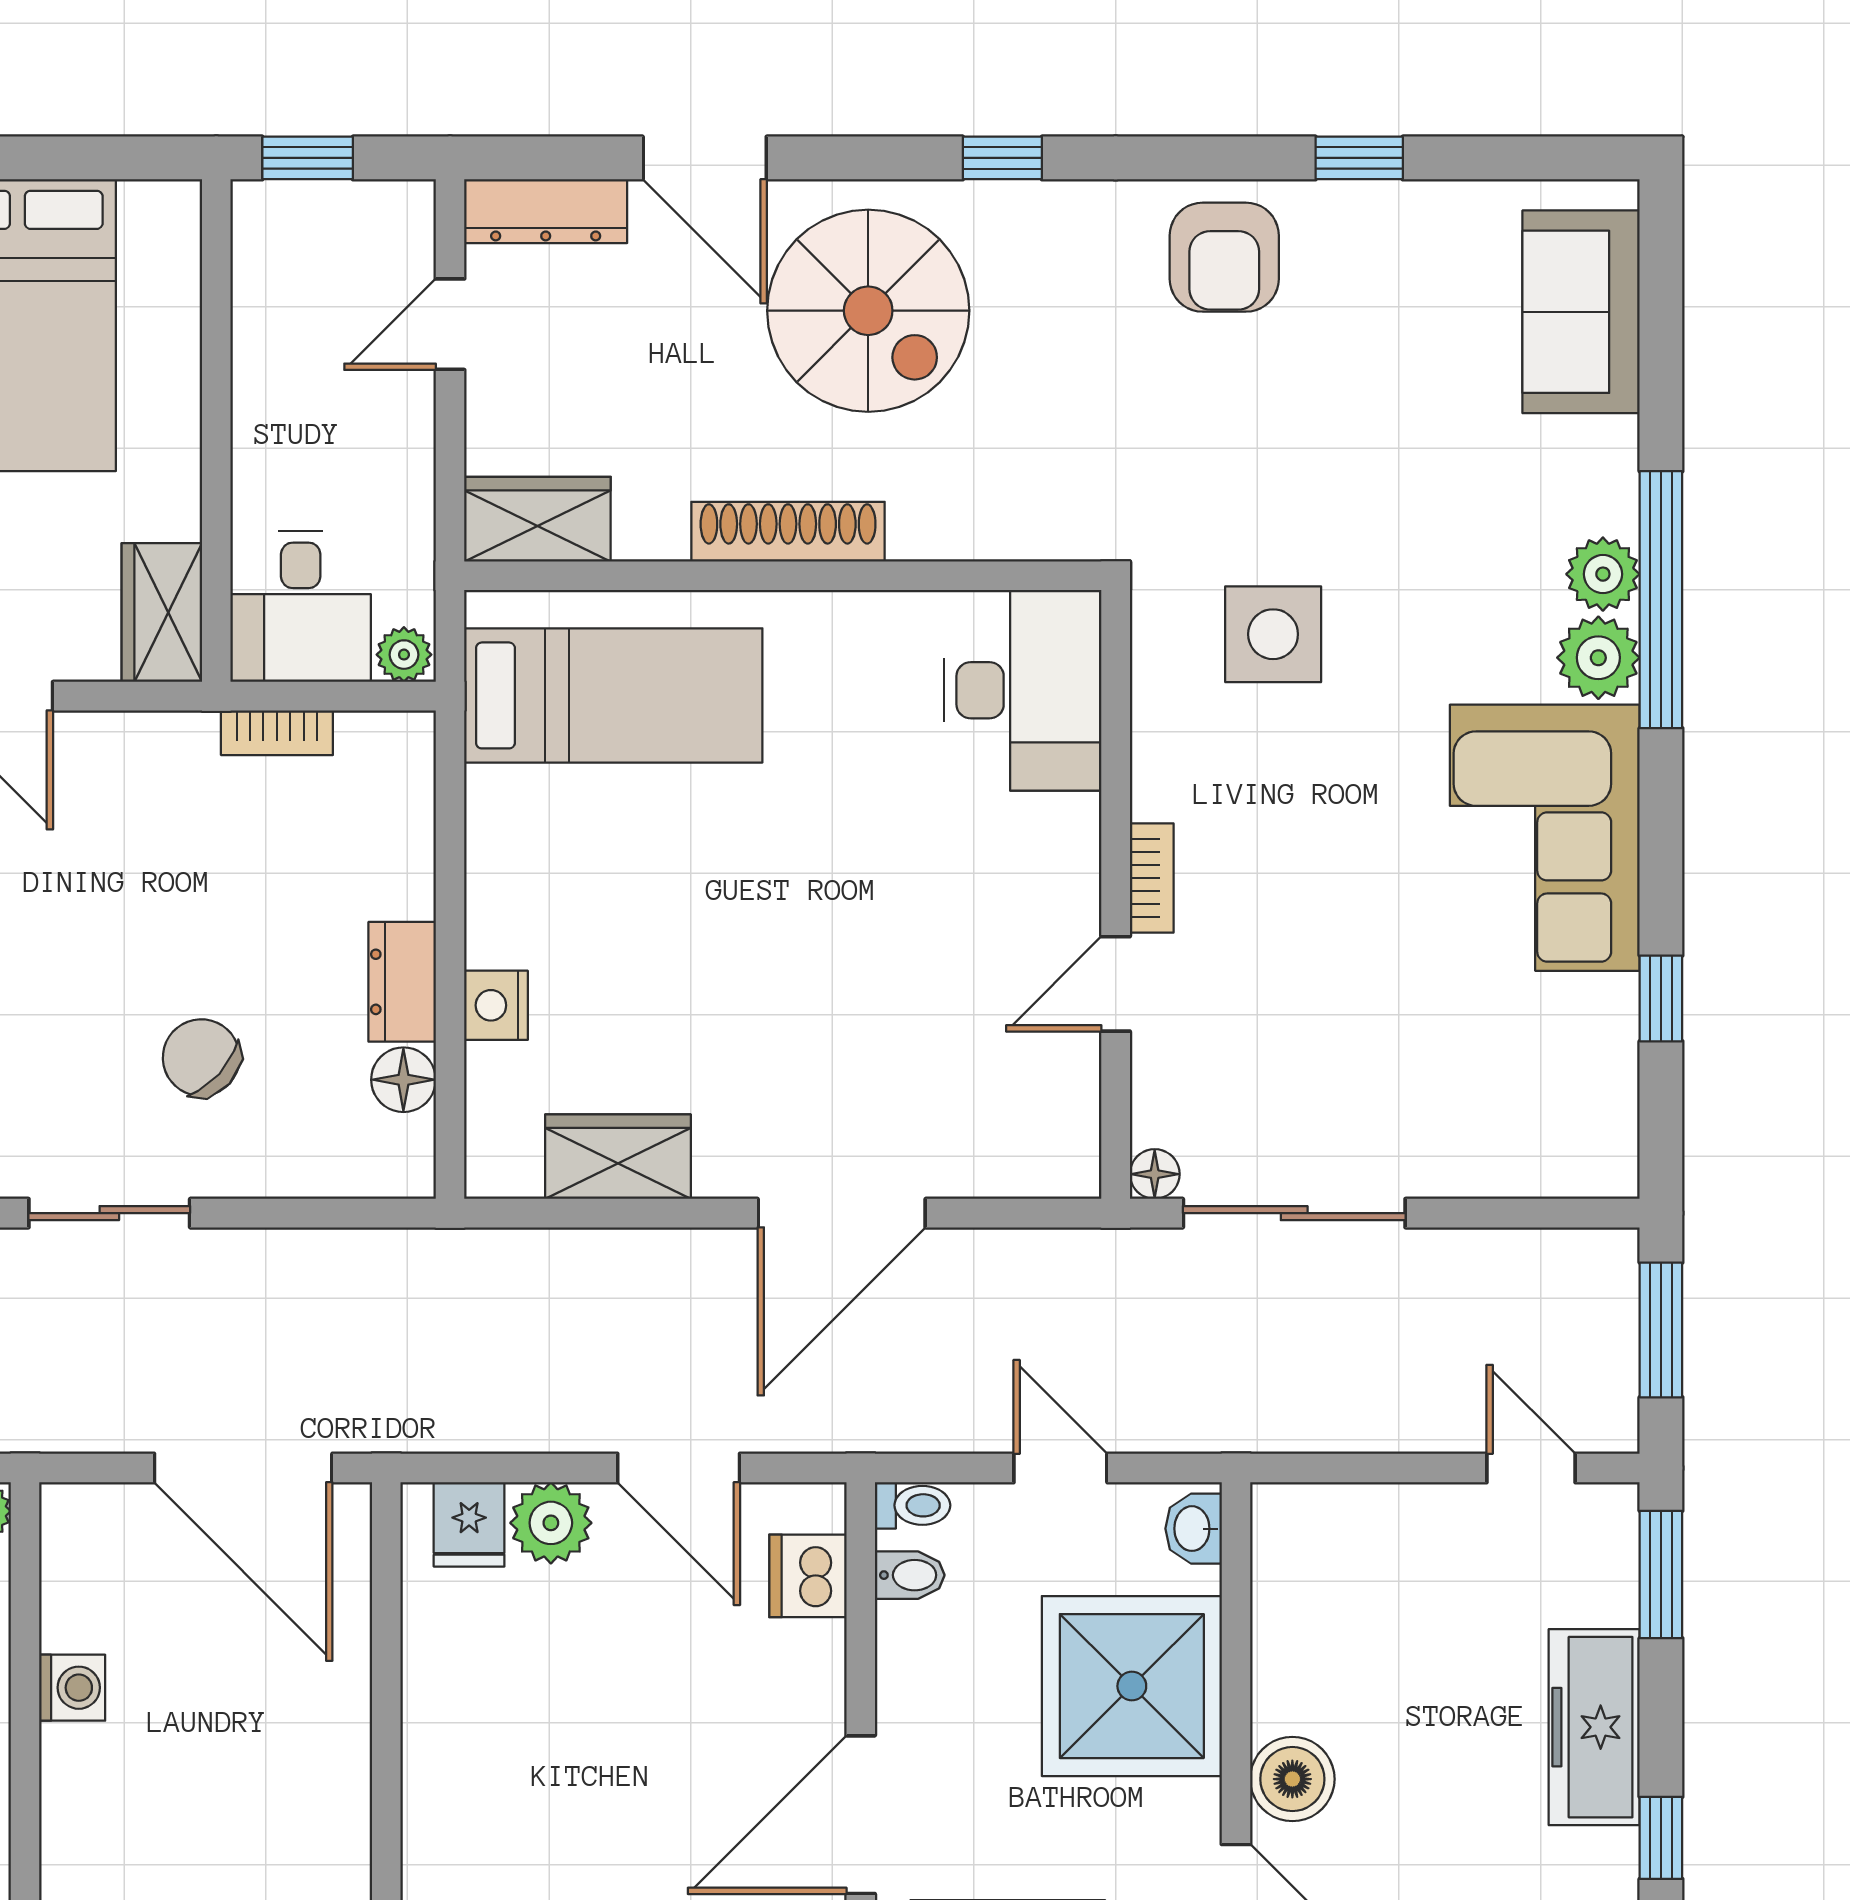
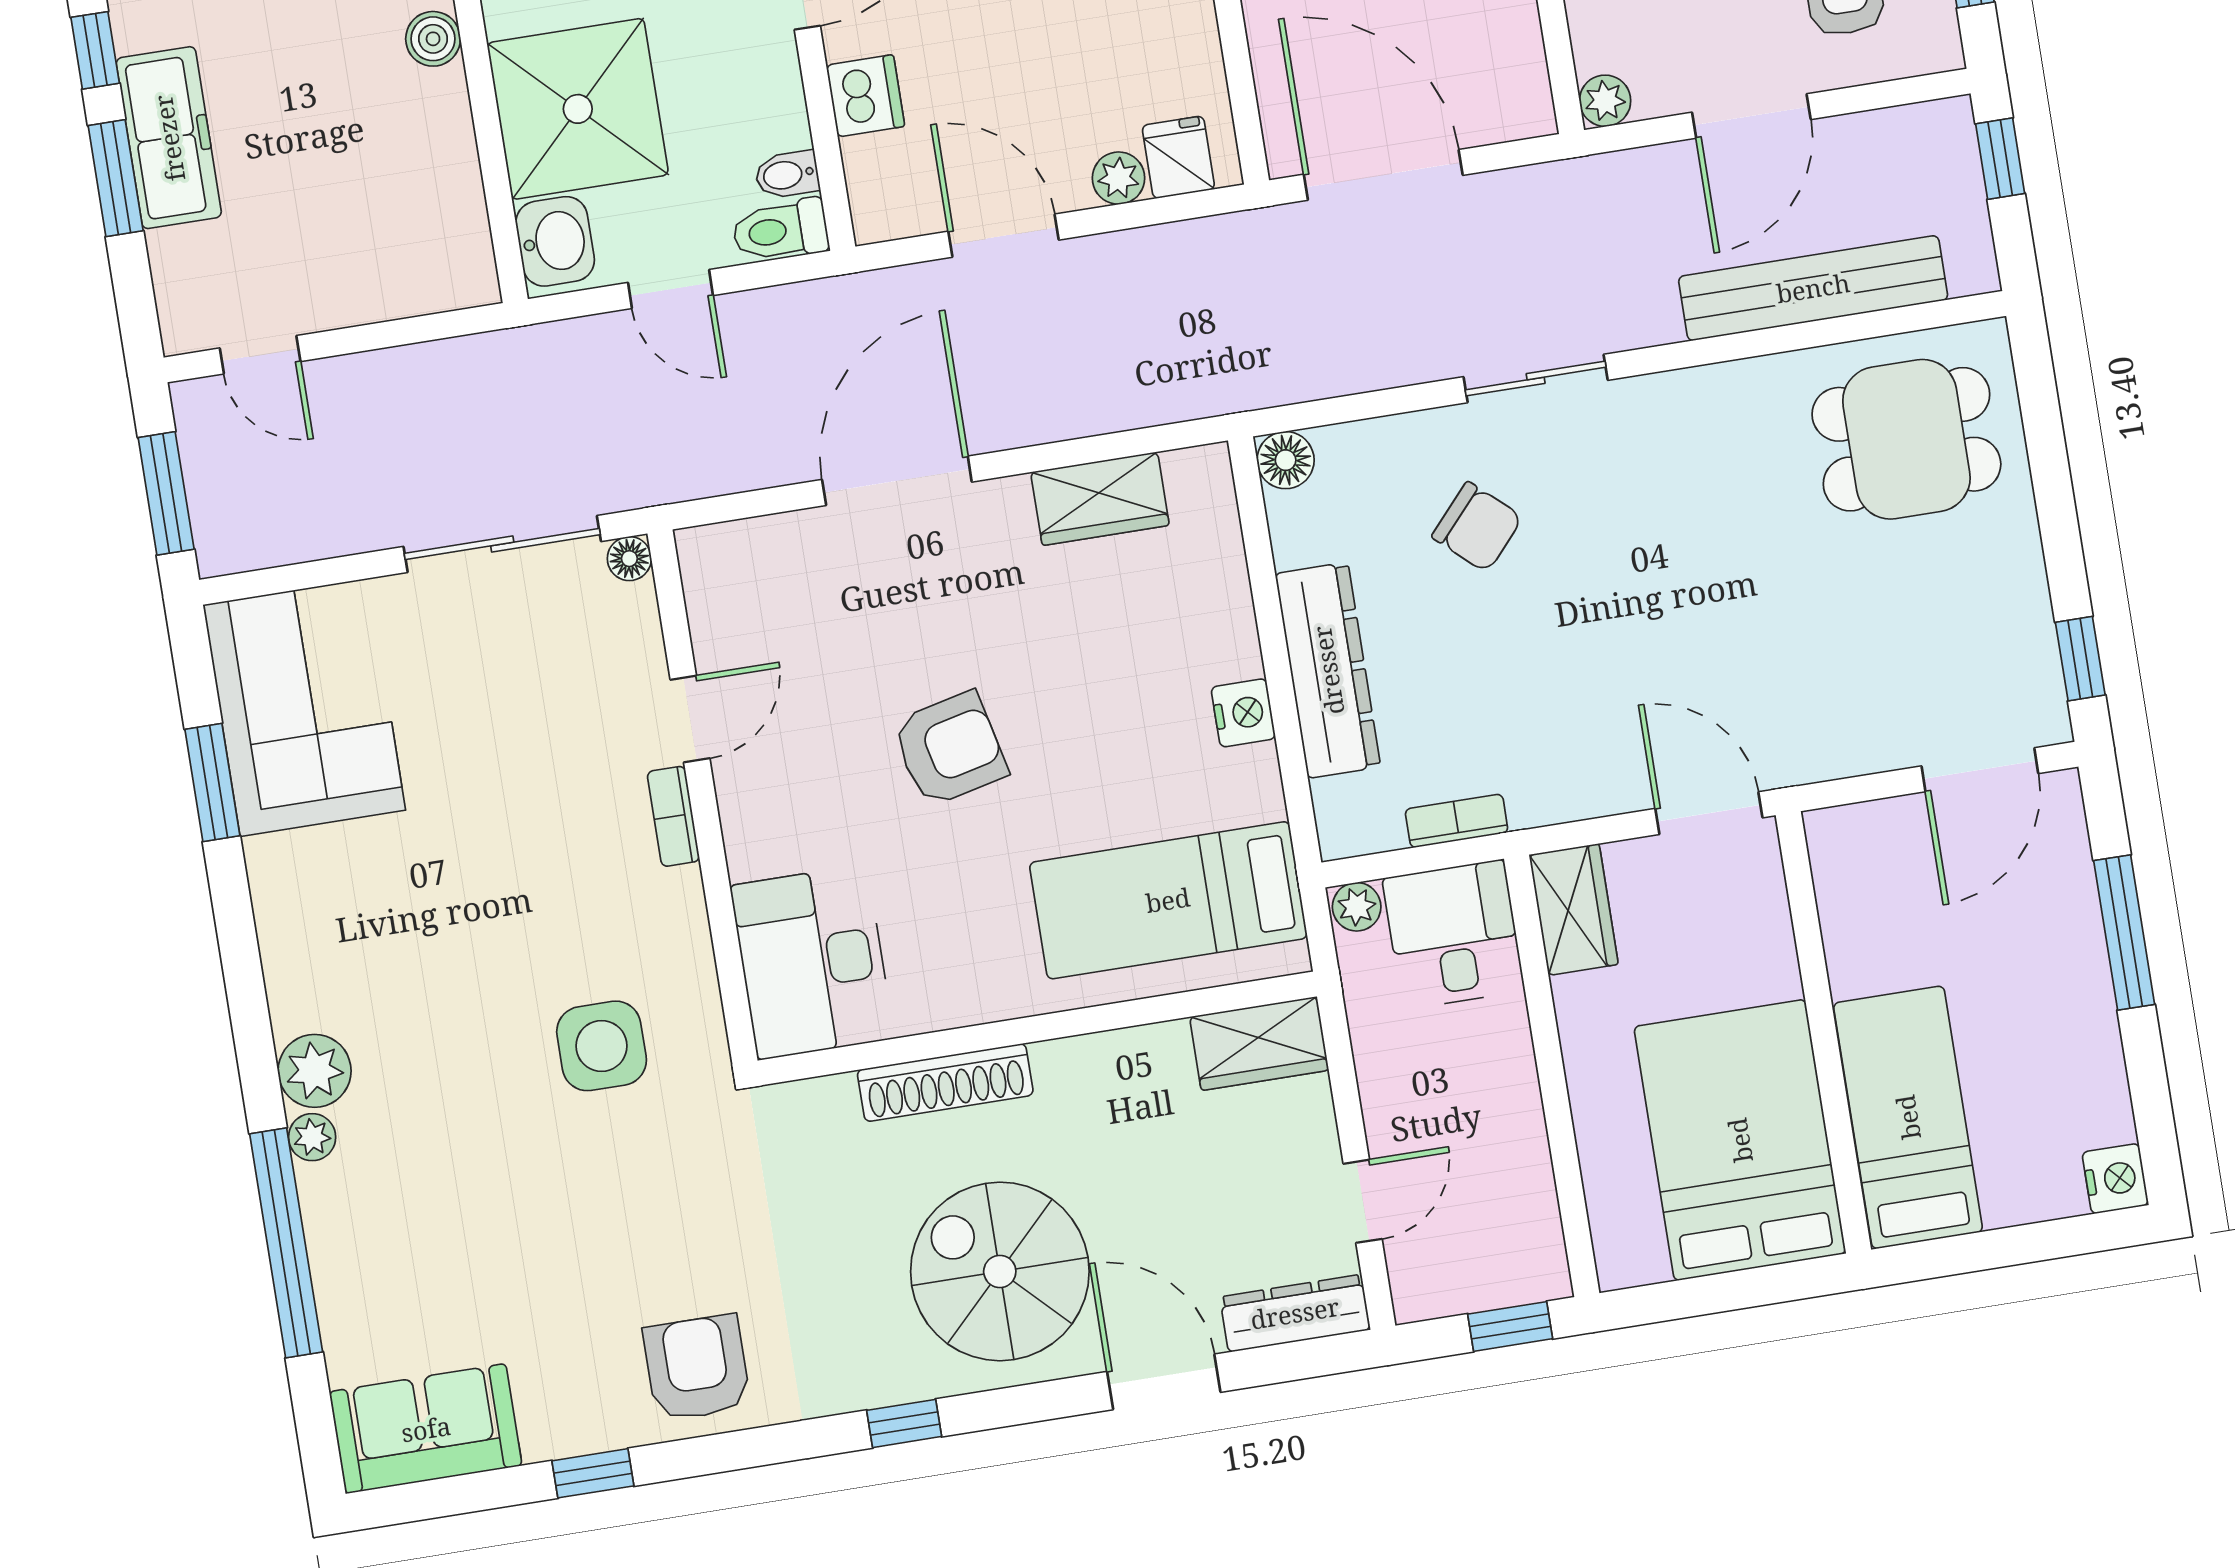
sofa: (1581, 312) -> (426, 1429), moved, turned -90
shoe rack: (788, 532) -> (945, 1083), moved
plant: (1603, 574) -> (312, 1137), width x0.73, depth x0.73
window: (1661, 600) -> (286, 1243), moved
corner sofa: (1545, 838) -> (304, 707), moved
armchair: (831, 904) -> (950, 749), added
dresser: (402, 982) -> (1328, 670), width x1.96, depth x1.24
window: (1661, 998) -> (212, 782), width x1.50
nightstand: (496, 1005) -> (1243, 713), moved
floor lamp: (403, 1080) -> (1286, 460), moved
toilet: (913, 1505) -> (780, 230), width x1.37, depth x1.39
plant: (551, 1523) -> (1118, 178), width x0.73, depth x0.73
washbasin: (1194, 1529) -> (555, 241), width x1.38, depth x1.45
window: (1661, 1575) -> (116, 178), moved
dishwasher: (808, 1576) -> (865, 96), moved
boiler: (1292, 1779) -> (433, 39), width x0.73, depth x0.73

